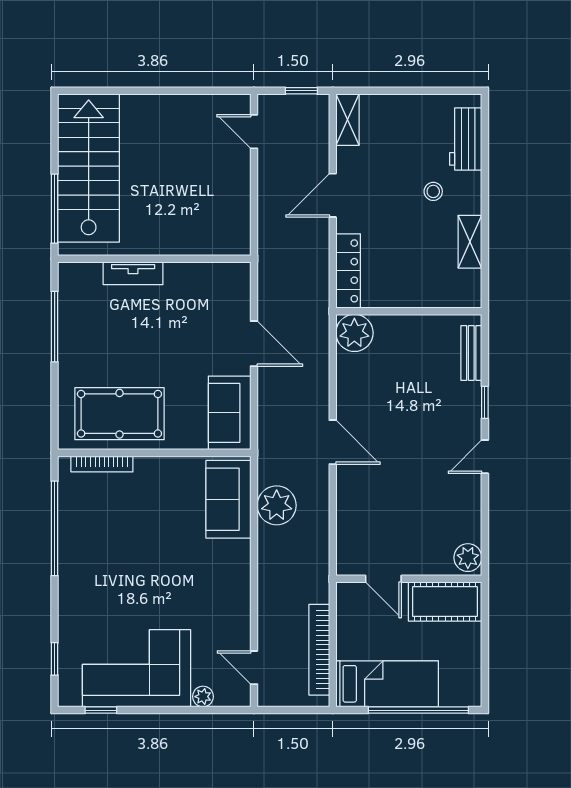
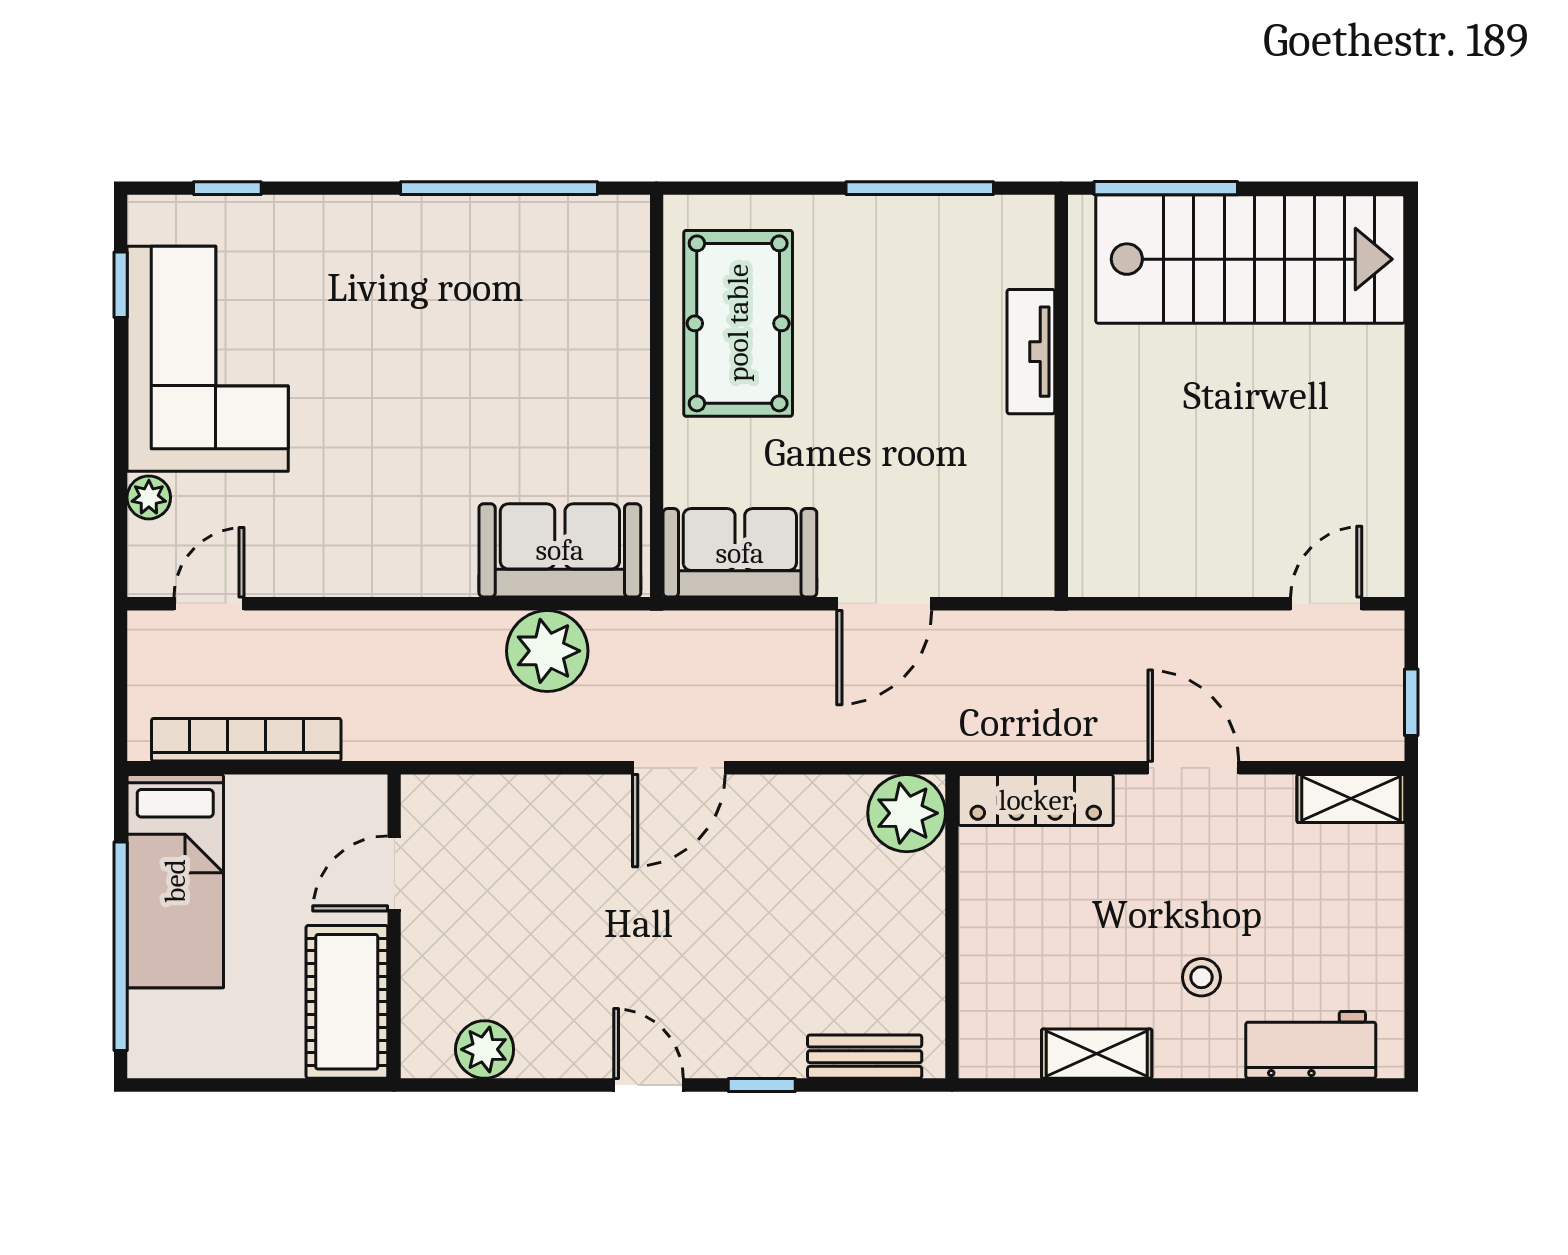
bookcase: (102, 464) -> (633, 287), removed
plant: (468, 558) -> (485, 1049), moved

